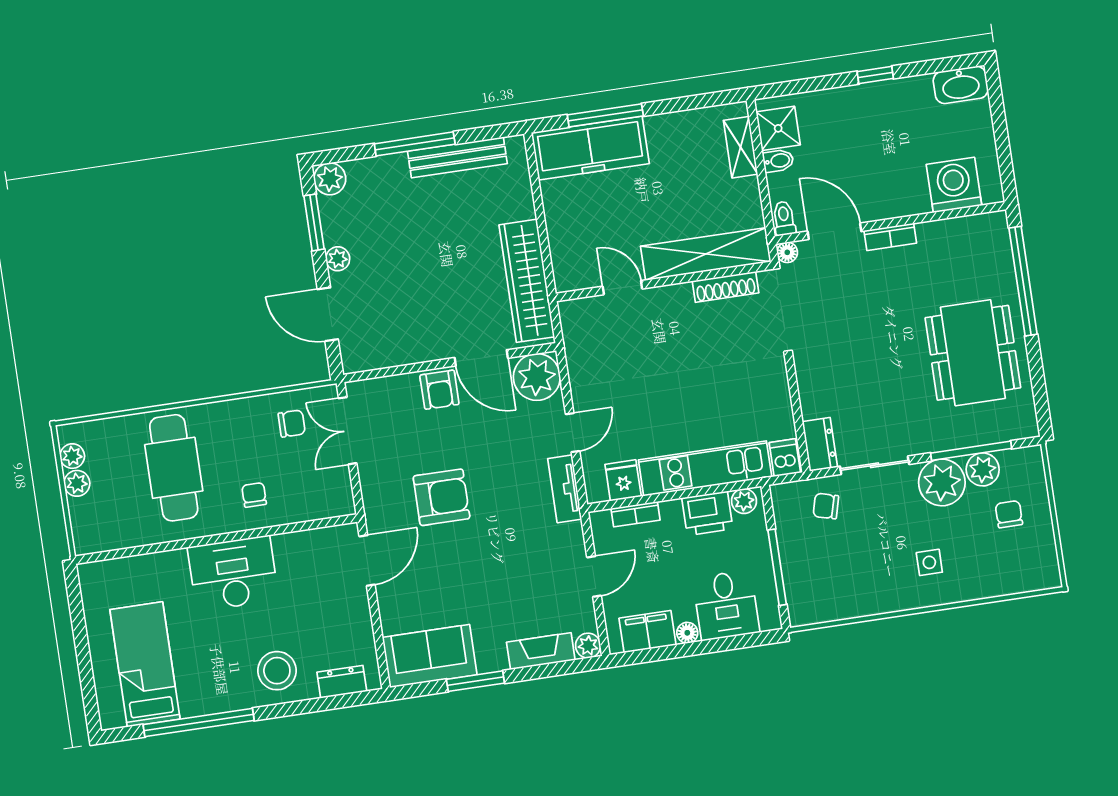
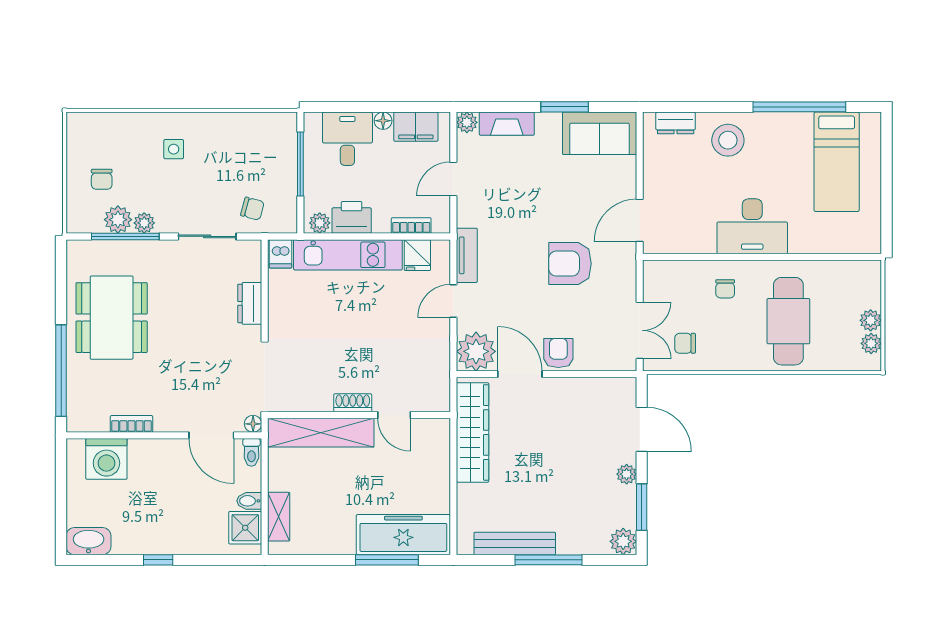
bookcase: (890, 237) -> (131, 424), moved
shoe rack: (725, 287) -> (353, 403), moved, width x0.70
dresser: (820, 444) -> (250, 303), moved
plant: (942, 482) -> (144, 223), width x0.53, depth x0.53

